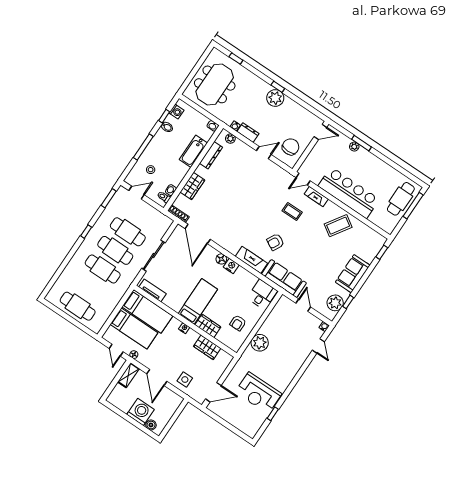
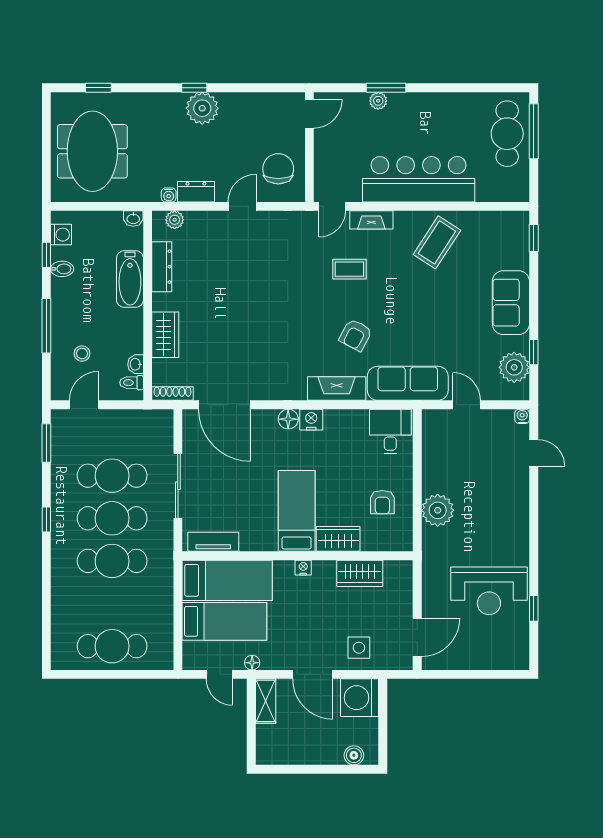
washing machine: (140, 412) -> (360, 698), moved, turned -90

